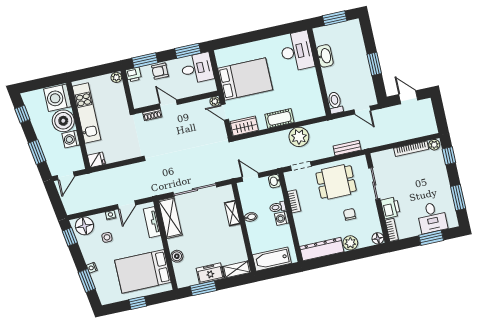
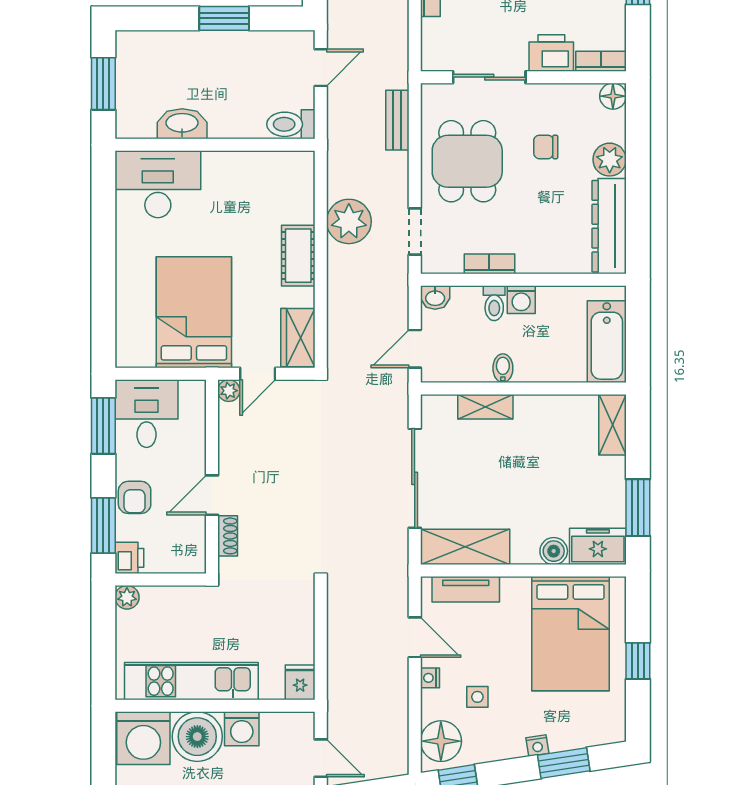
freezer: (210, 273) -> (598, 546), moved, turned 90

